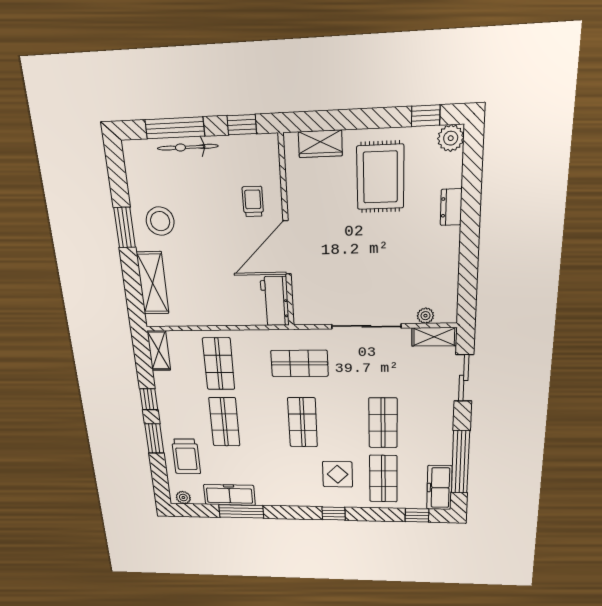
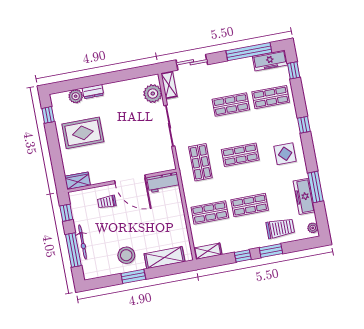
plant: (451, 138) -> (76, 96), moved
wardrobe: (320, 144) -> (77, 181), moved, turned -90
plant: (425, 316) -> (153, 94), width x1.87, depth x1.87
display table: (338, 474) -> (285, 154), moved

